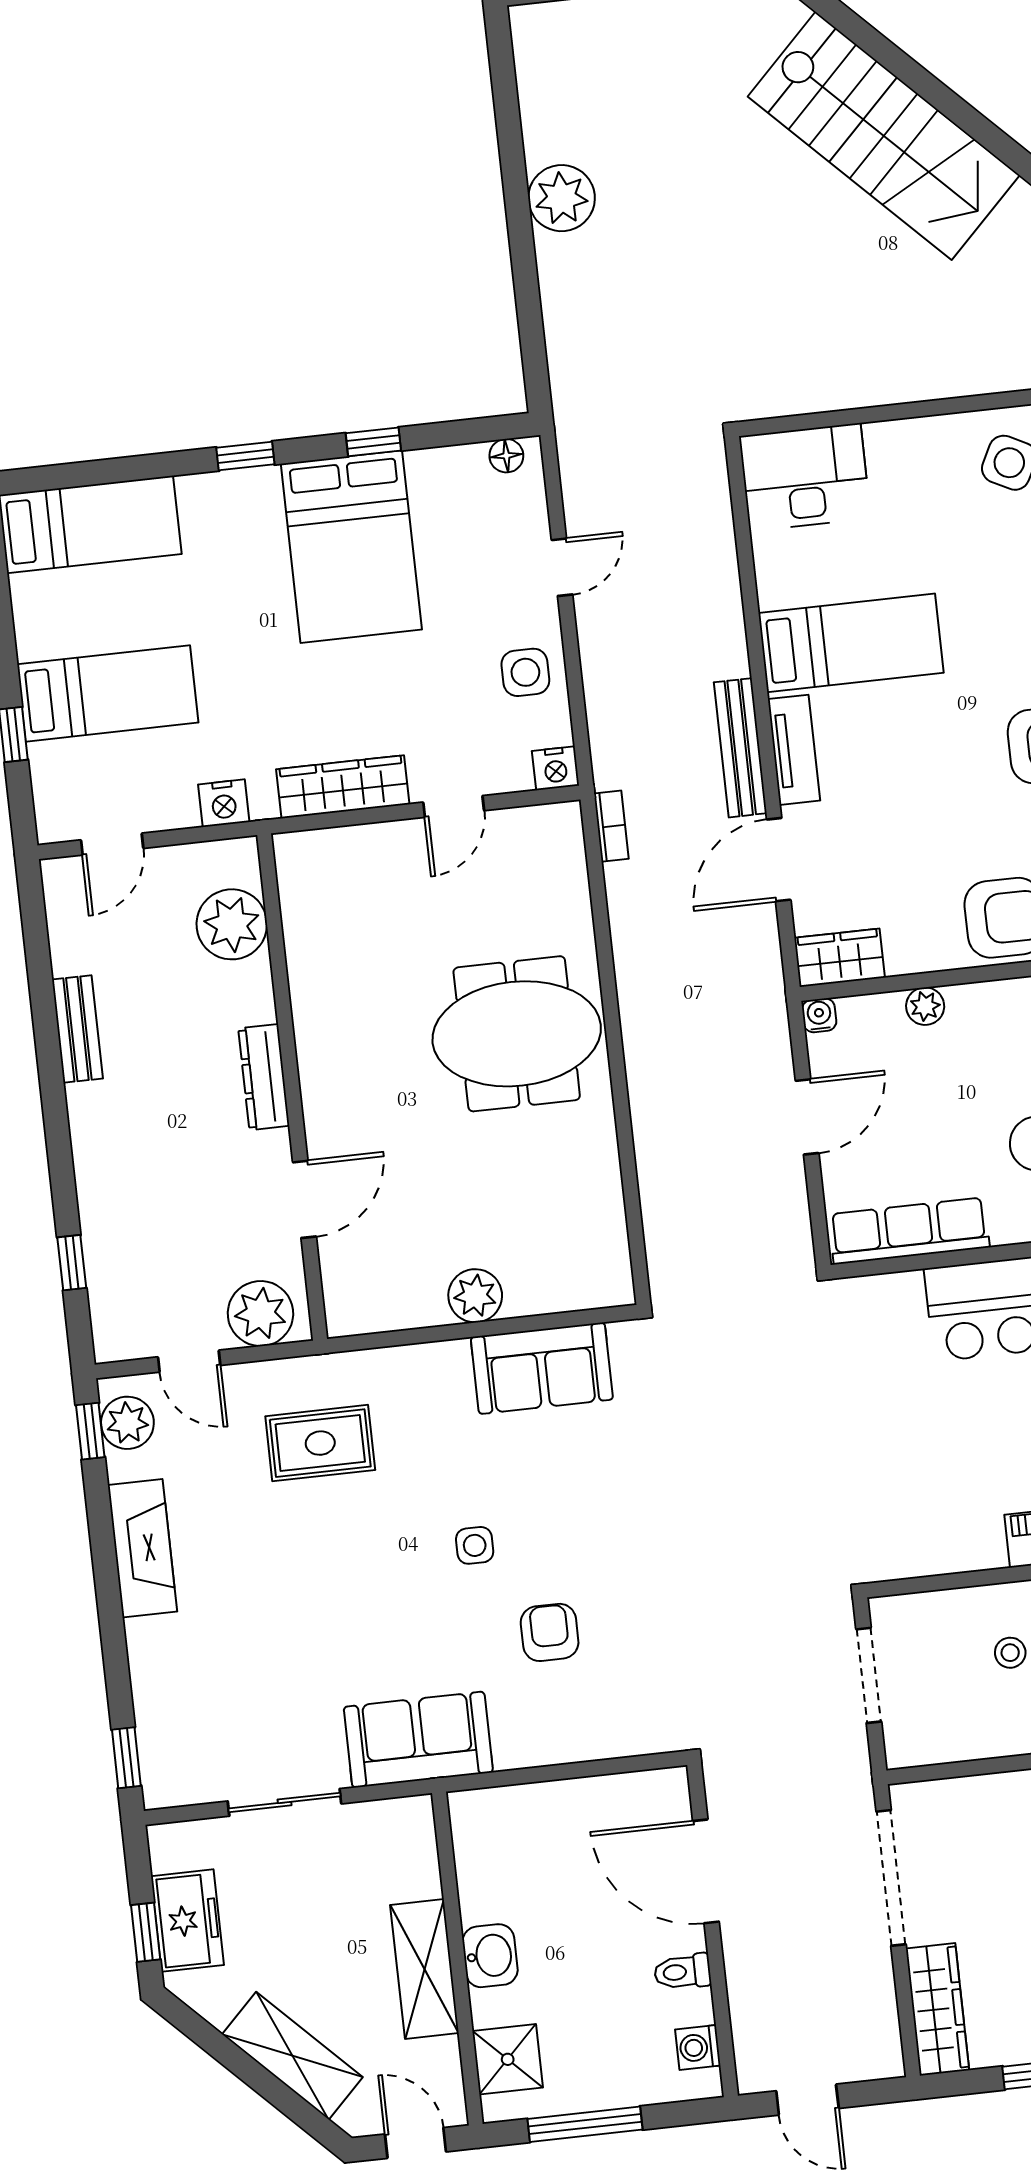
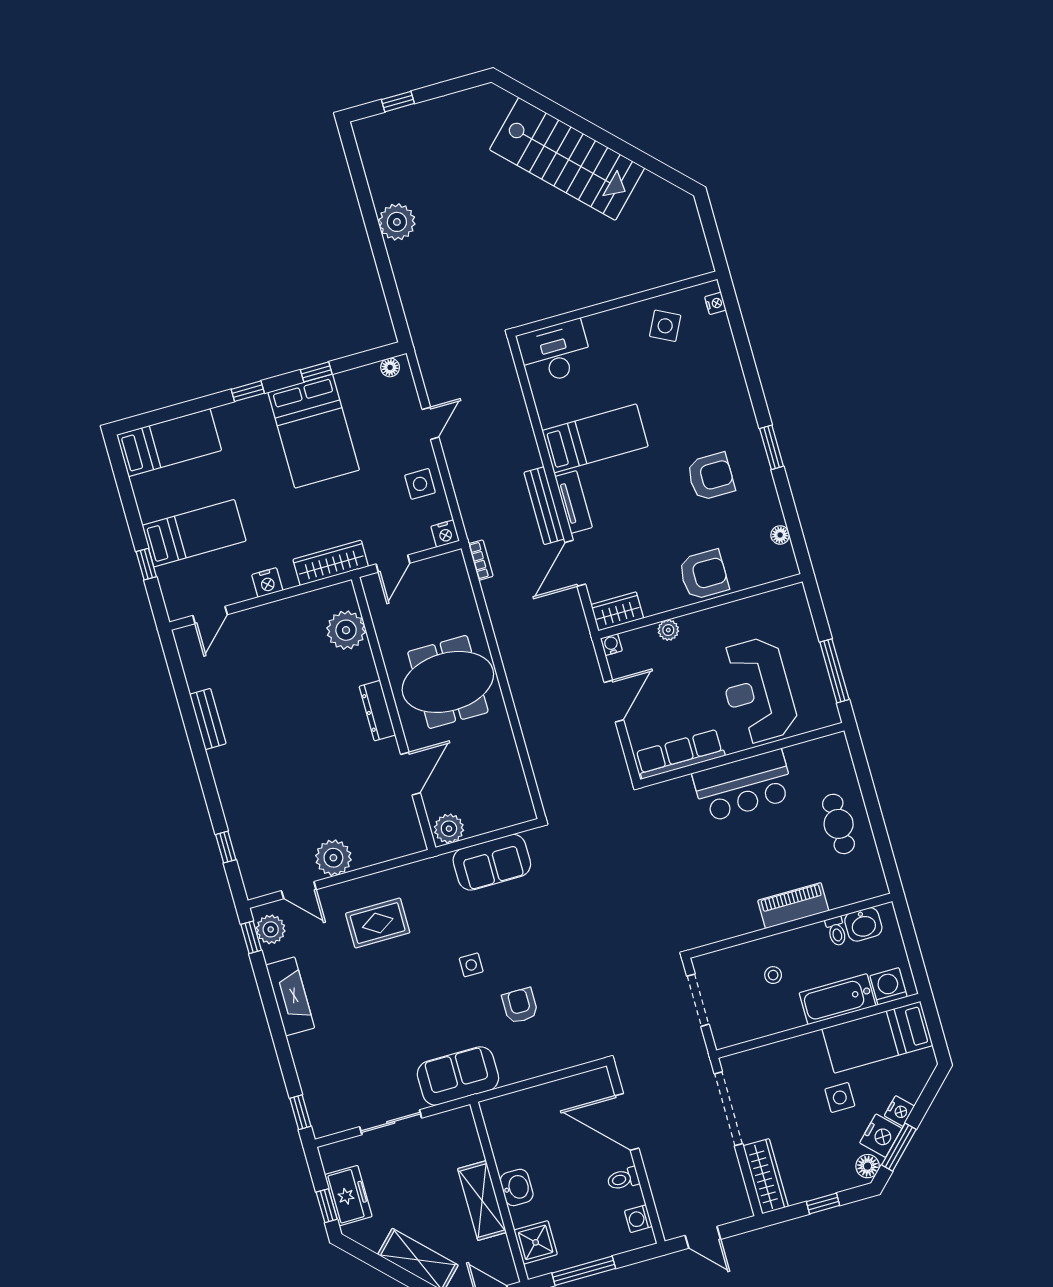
plant: (232, 924) -> (346, 630), moved
dresser: (264, 1077) -> (377, 711), moved
wall: (292, 1087) -> (394, 713), moved
door: (304, 1199) -> (411, 774), moved

